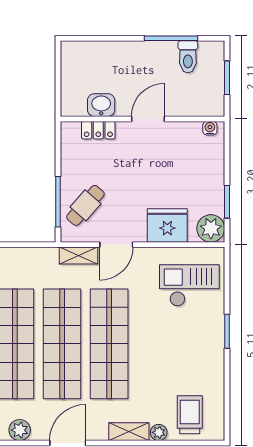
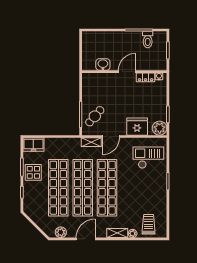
locker: (98, 130) -> (146, 77), moved

